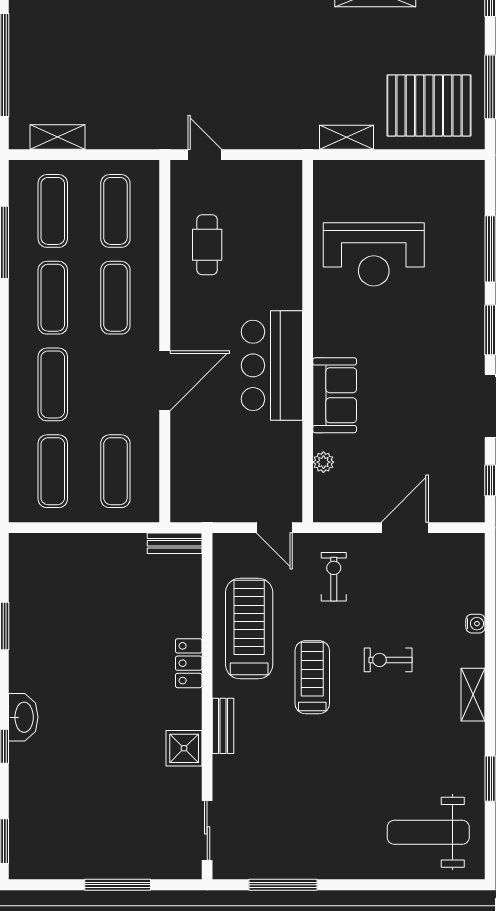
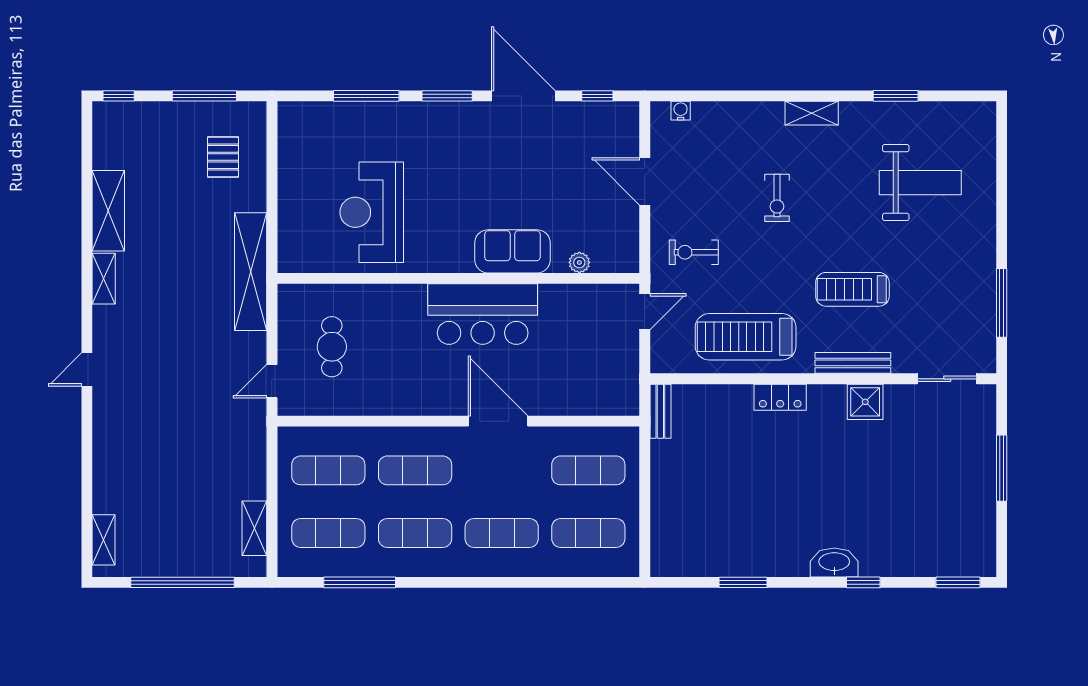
pallet: (429, 105) -> (223, 157), width x0.49, depth x0.50
shelving: (347, 137) -> (251, 272), width x2.20, depth x1.33
cafe table: (207, 245) -> (332, 347), moved, turned 90
reception desk: (374, 254) -> (372, 212), turned 180
water cooler: (475, 624) -> (681, 111), moved
treadmill: (312, 677) -> (852, 289), moved
bench: (223, 726) -> (853, 363), width x1.36
weight bench: (428, 832) -> (920, 183), moved, turned -90

